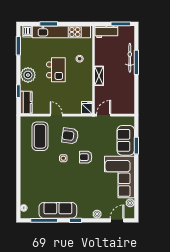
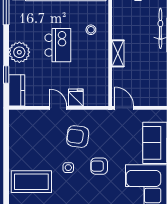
fridge: (87, 108) -> (76, 97), moved
door: (104, 115) -> (124, 108), hinge flipped
coffee table: (40, 136) -> (31, 182), moved, turned 90

